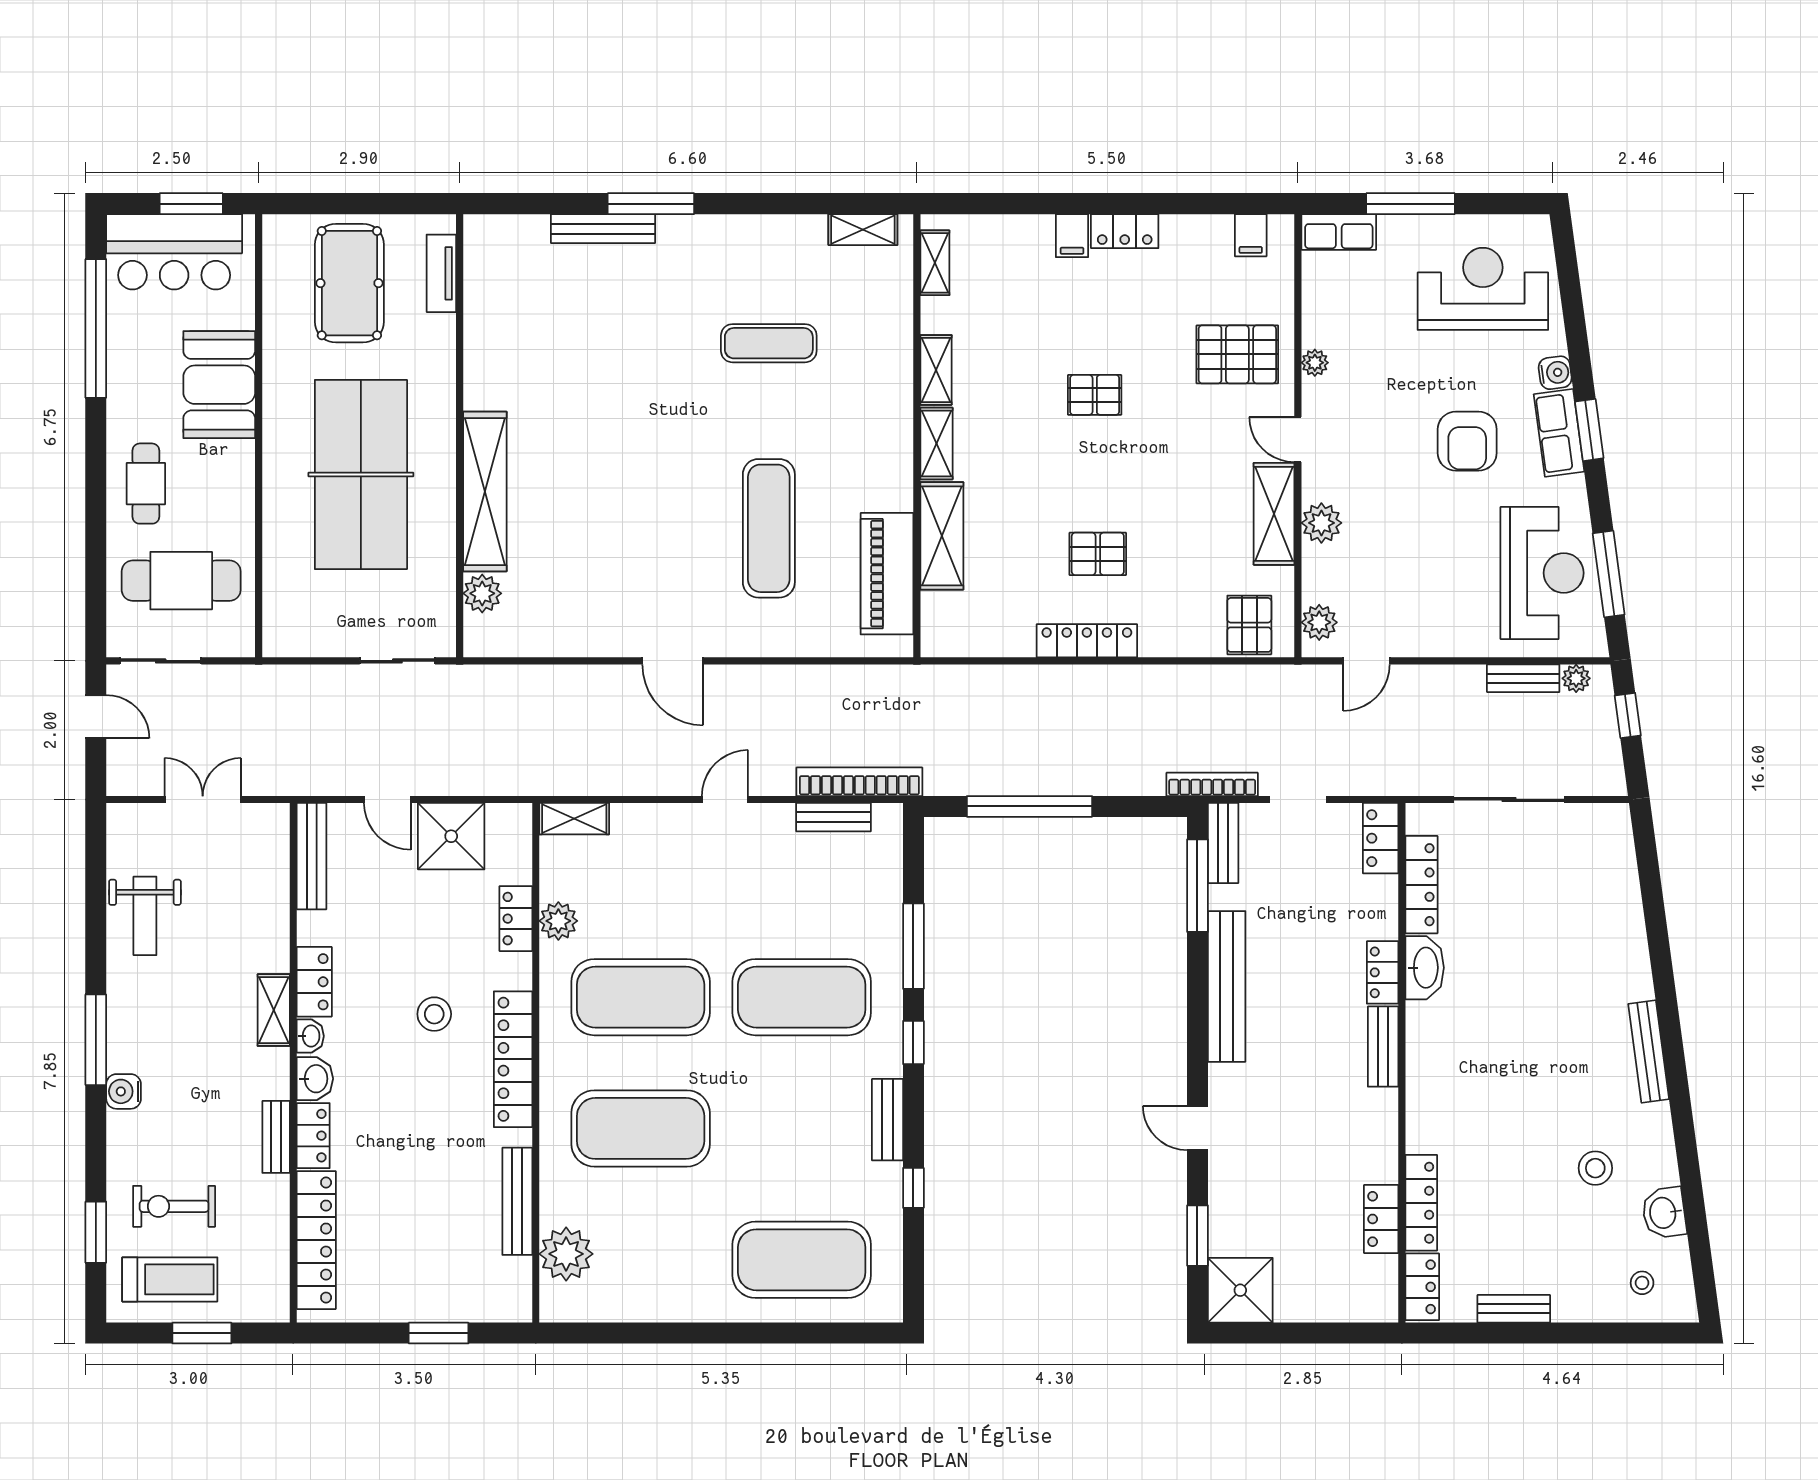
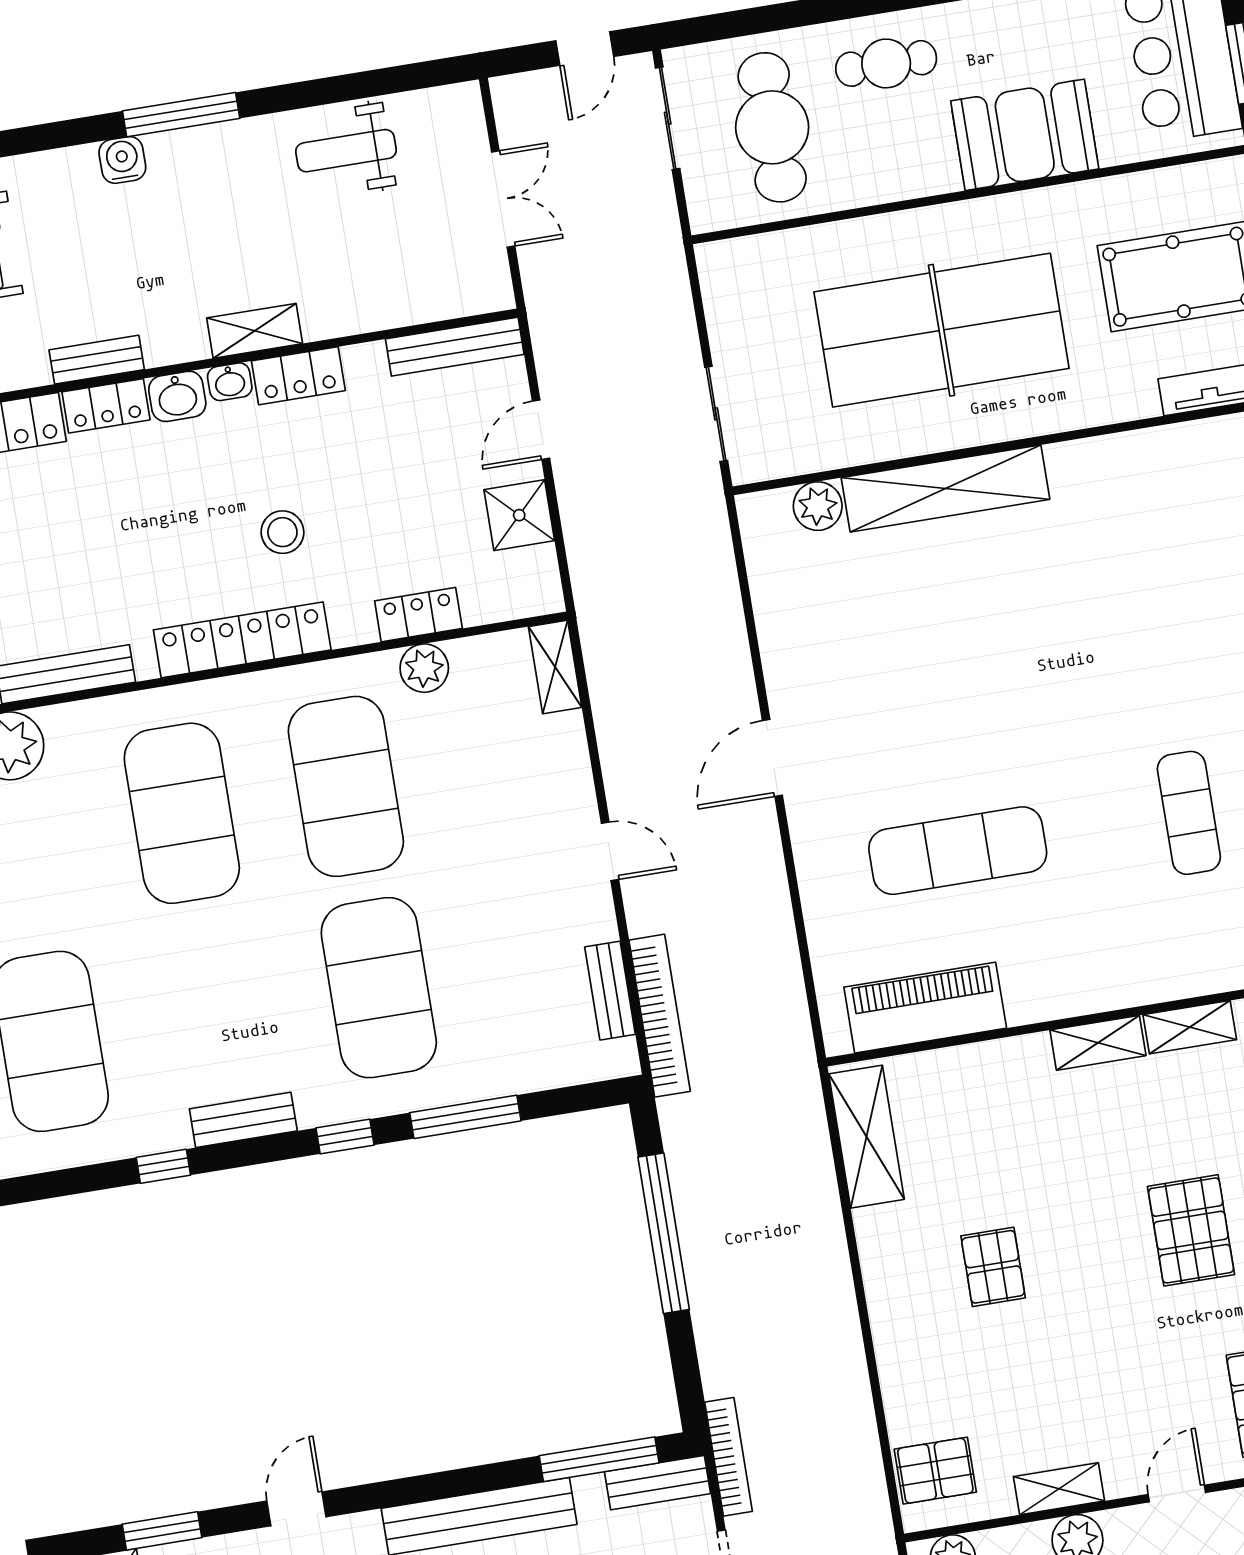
pallet: (1095, 395) -> (1191, 1230), width x1.50, depth x1.42
shelving: (1274, 514) -> (1059, 1489), width x0.67, depth x0.75
shelving: (942, 536) -> (866, 1137), moved, turned 90
locker: (1087, 641) -> (882, 1271), removed
shower: (451, 836) -> (519, 515), width x0.73, depth x0.73

